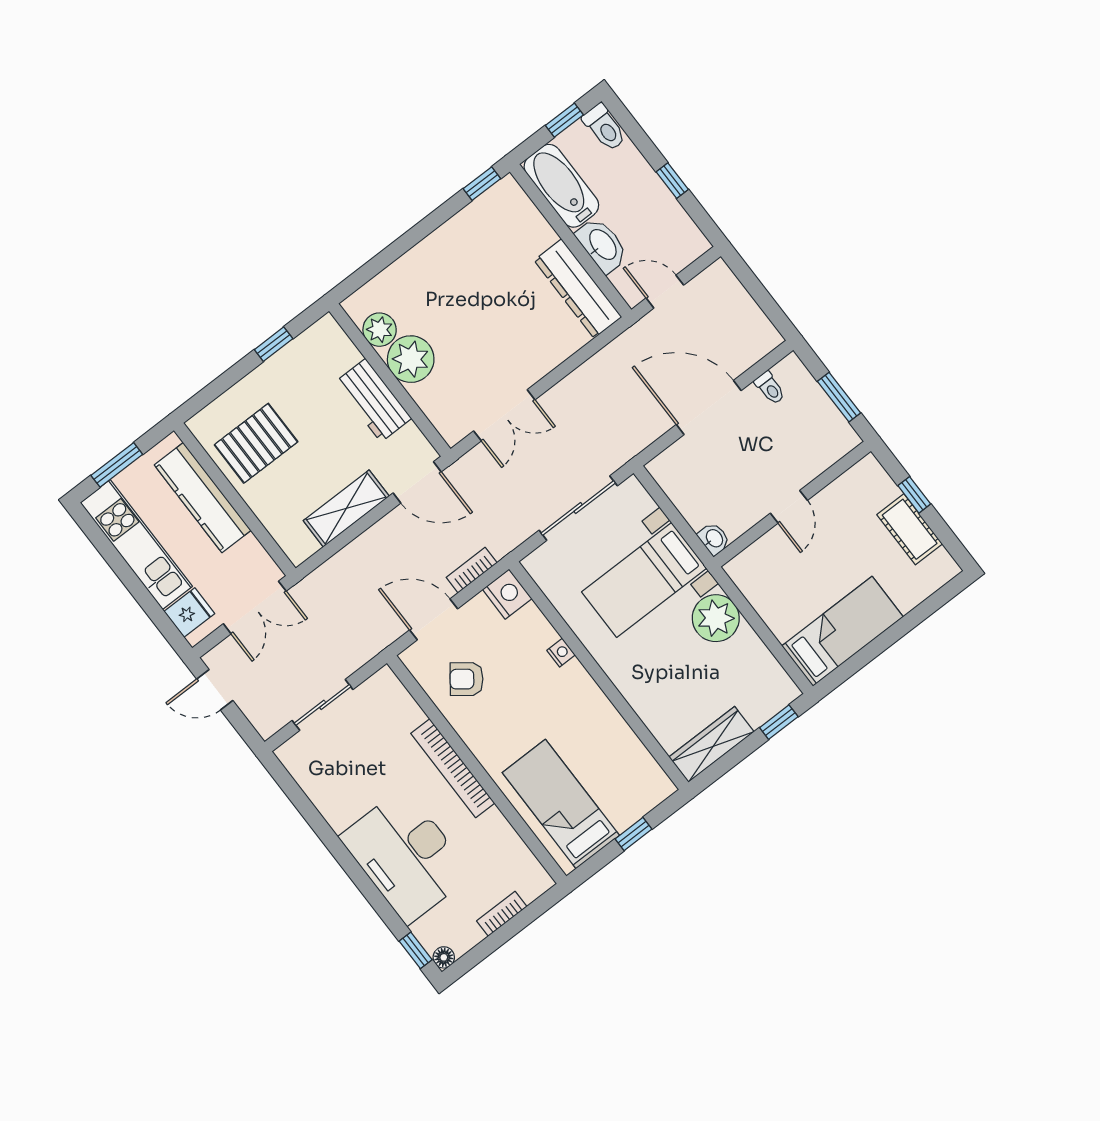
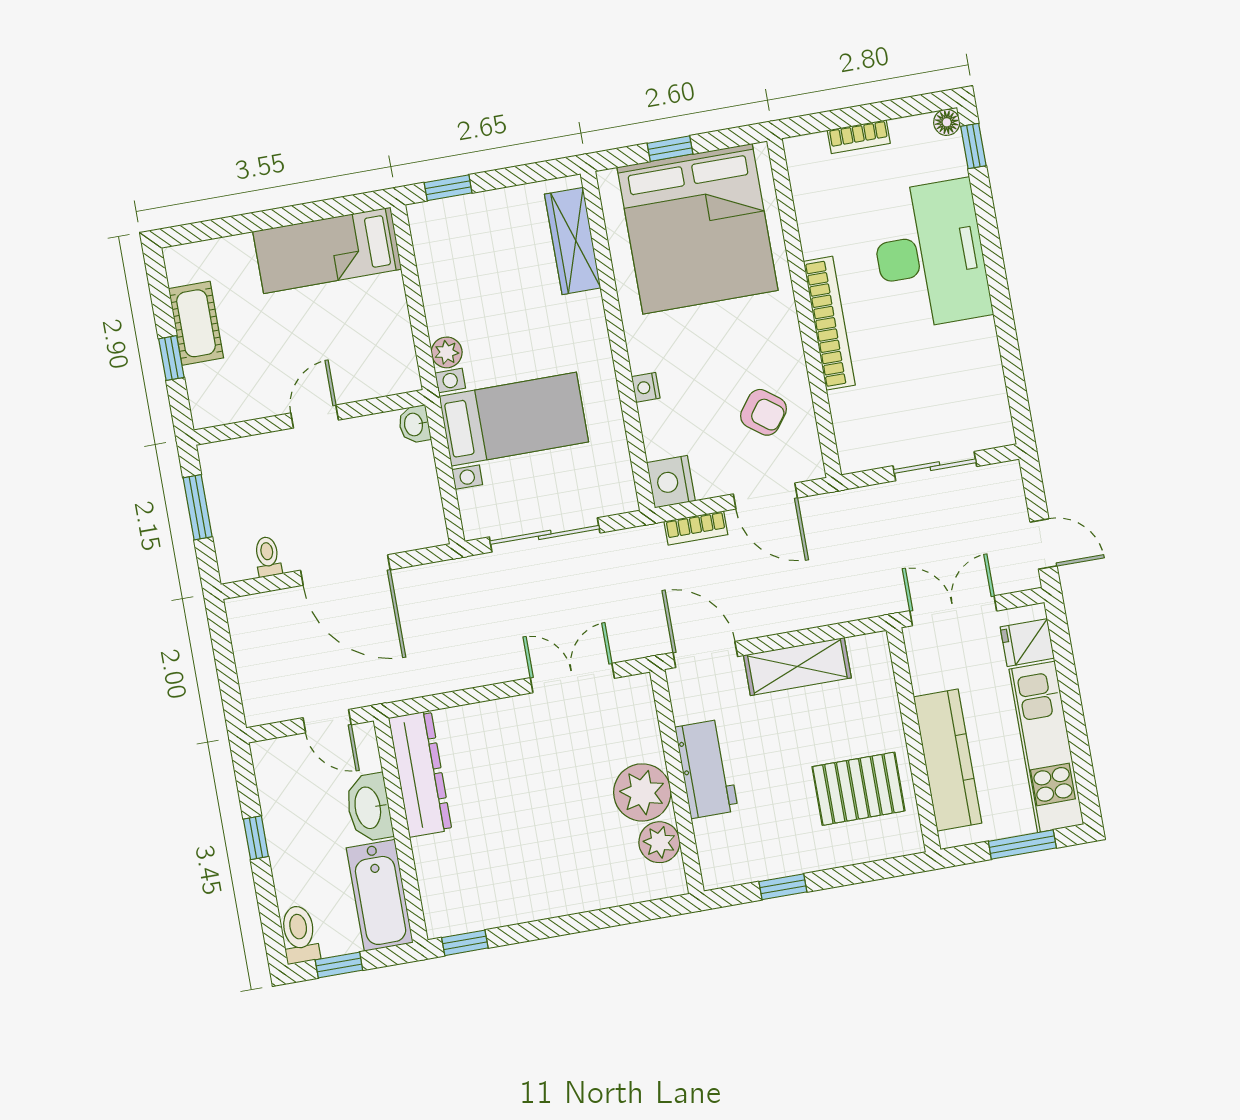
plant: (716, 618) -> (447, 352), width x0.53, depth x0.53
wardrobe: (712, 744) -> (573, 241), moved, turned 90
bed: (561, 804) -> (697, 229), width x2.04

